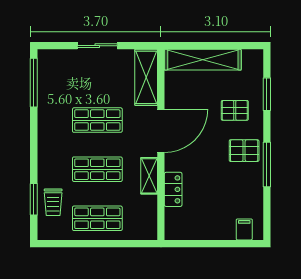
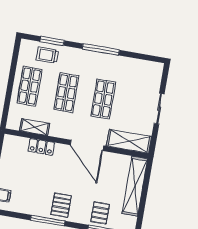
window: (34, 83) -> (101, 49), moved
pallet: (235, 110) -> (100, 213), moved
shelving: (149, 176) -> (35, 127), moved

